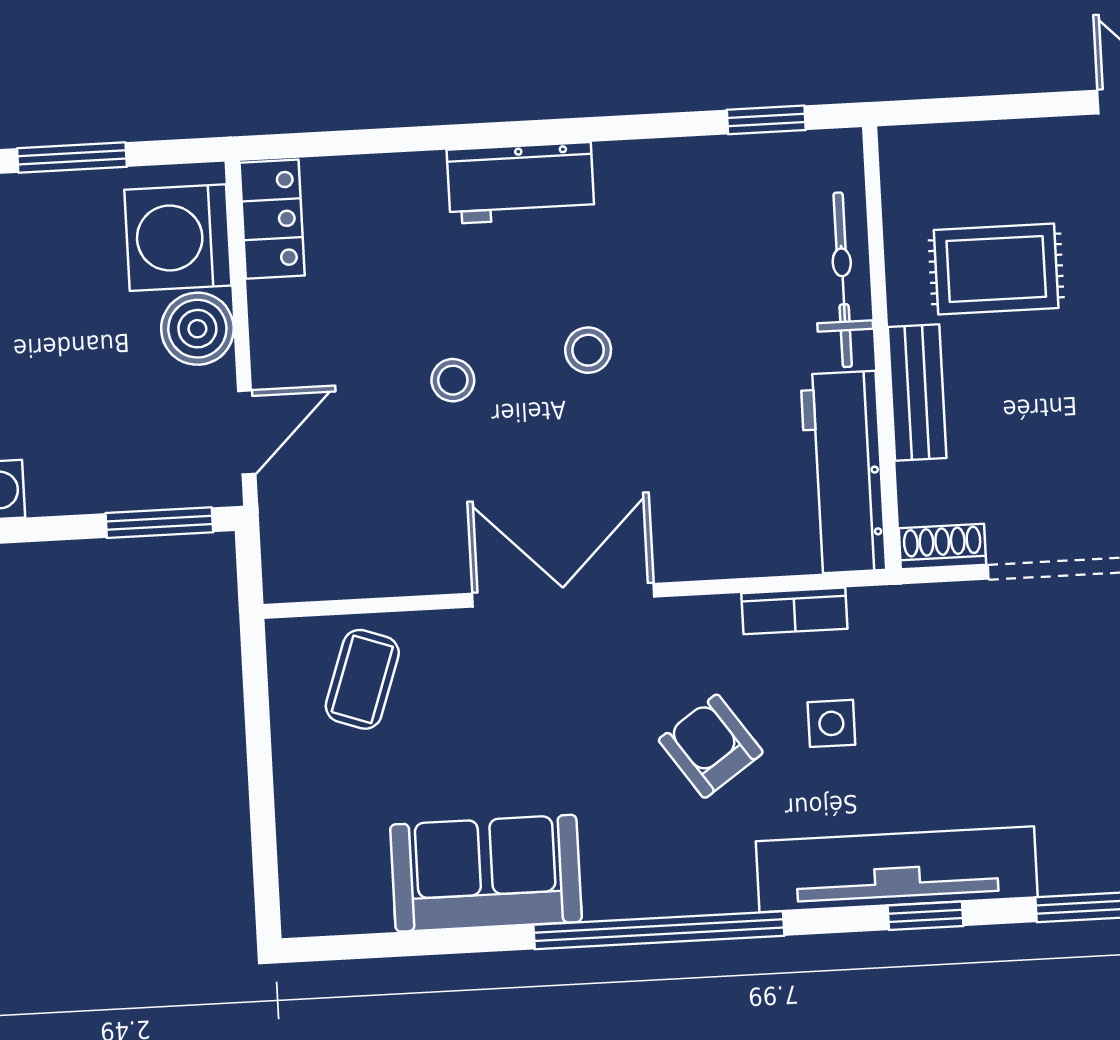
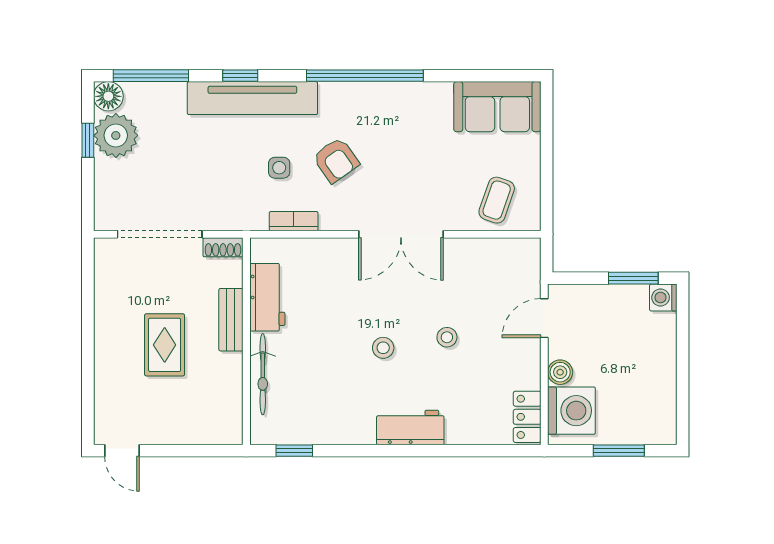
rug: (996, 269) -> (165, 345), moved, turned 90
boiler: (197, 329) -> (560, 372), width x0.73, depth x0.73
workbench: (843, 472) -> (267, 297), width x0.73
window: (159, 523) -> (633, 278), moved
sofa: (486, 873) -> (497, 107), moved

